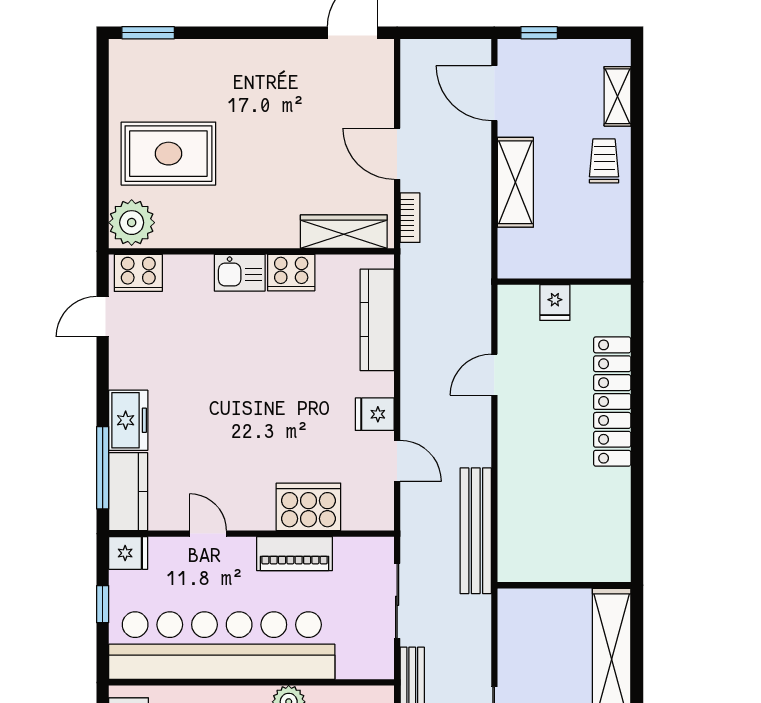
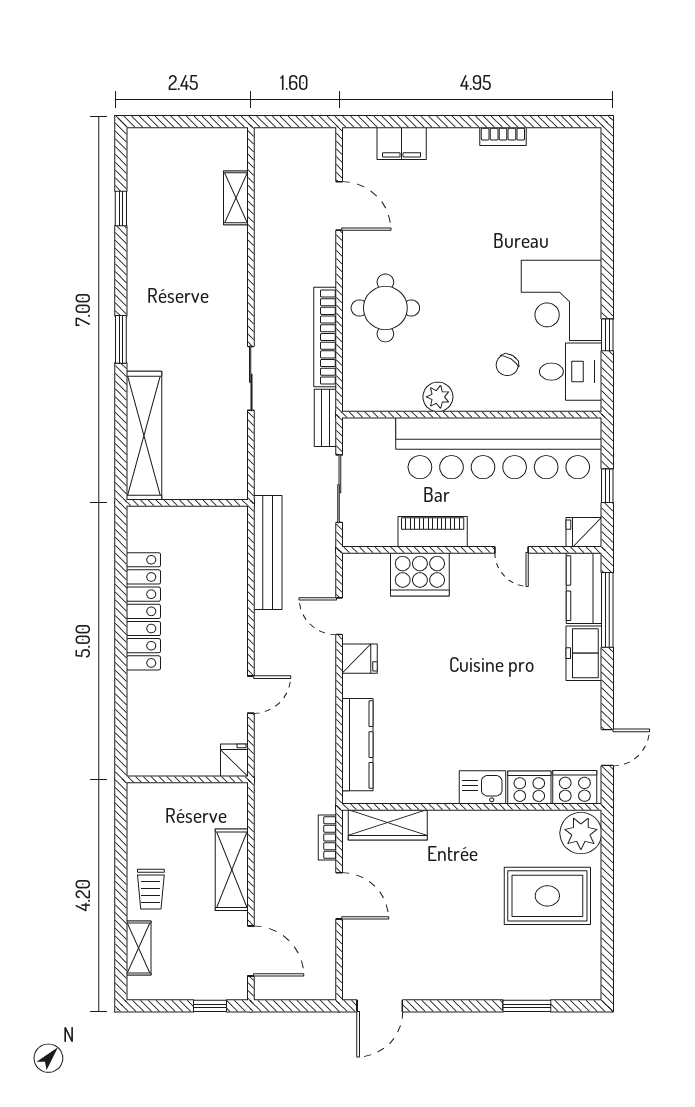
window: (148, 33) -> (527, 1006), moved
cooker: (291, 273) -> (529, 788), moved
fridge: (555, 303) -> (234, 760), moved
locker: (612, 402) -> (143, 611), moved

